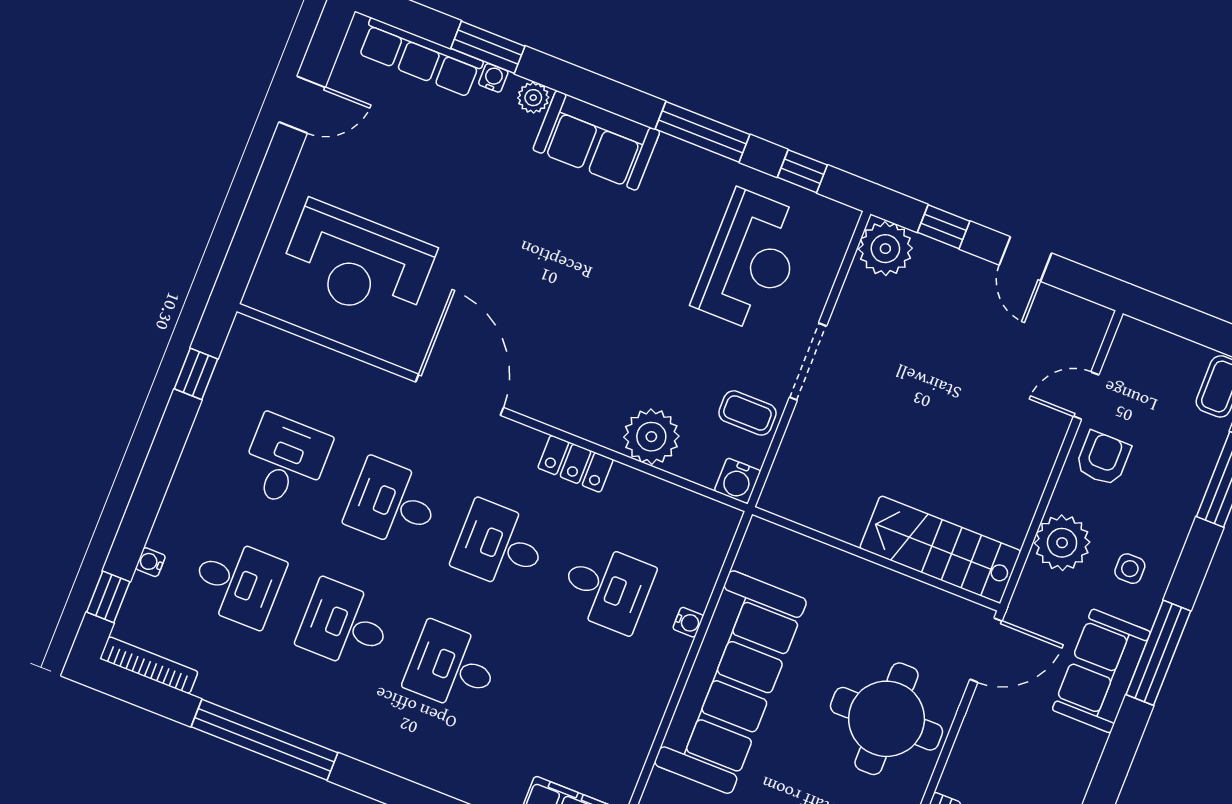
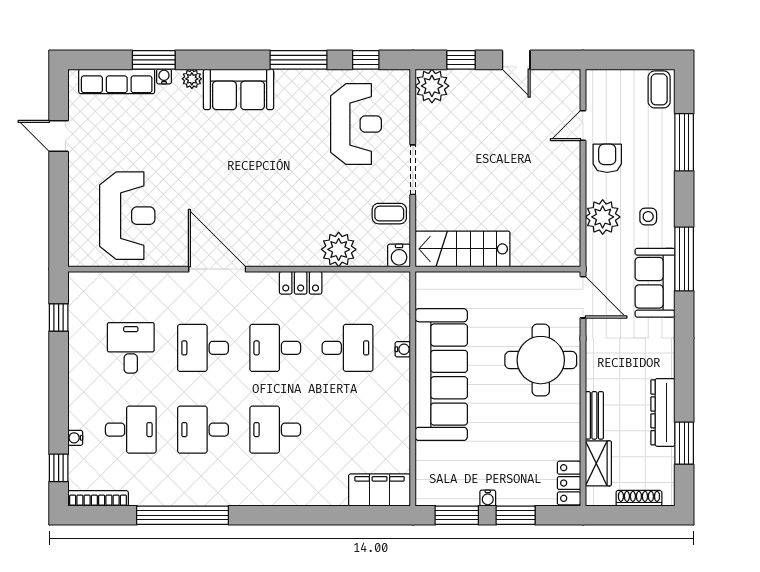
door: (302, 105) -> (59, 136), swing flipped
reception desk: (357, 263) -> (127, 216), turned -90
stairs: (940, 550) -> (463, 249), moved
door: (986, 650) -> (583, 297), hinge flipped

